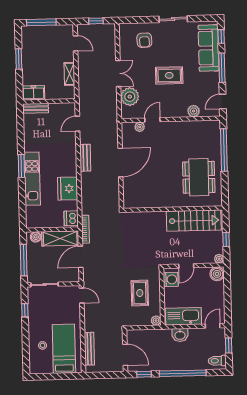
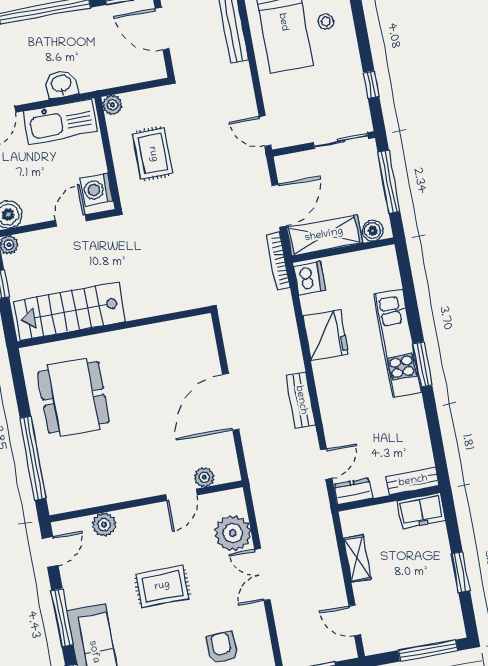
dresser: (66, 108) -> (353, 491), added

